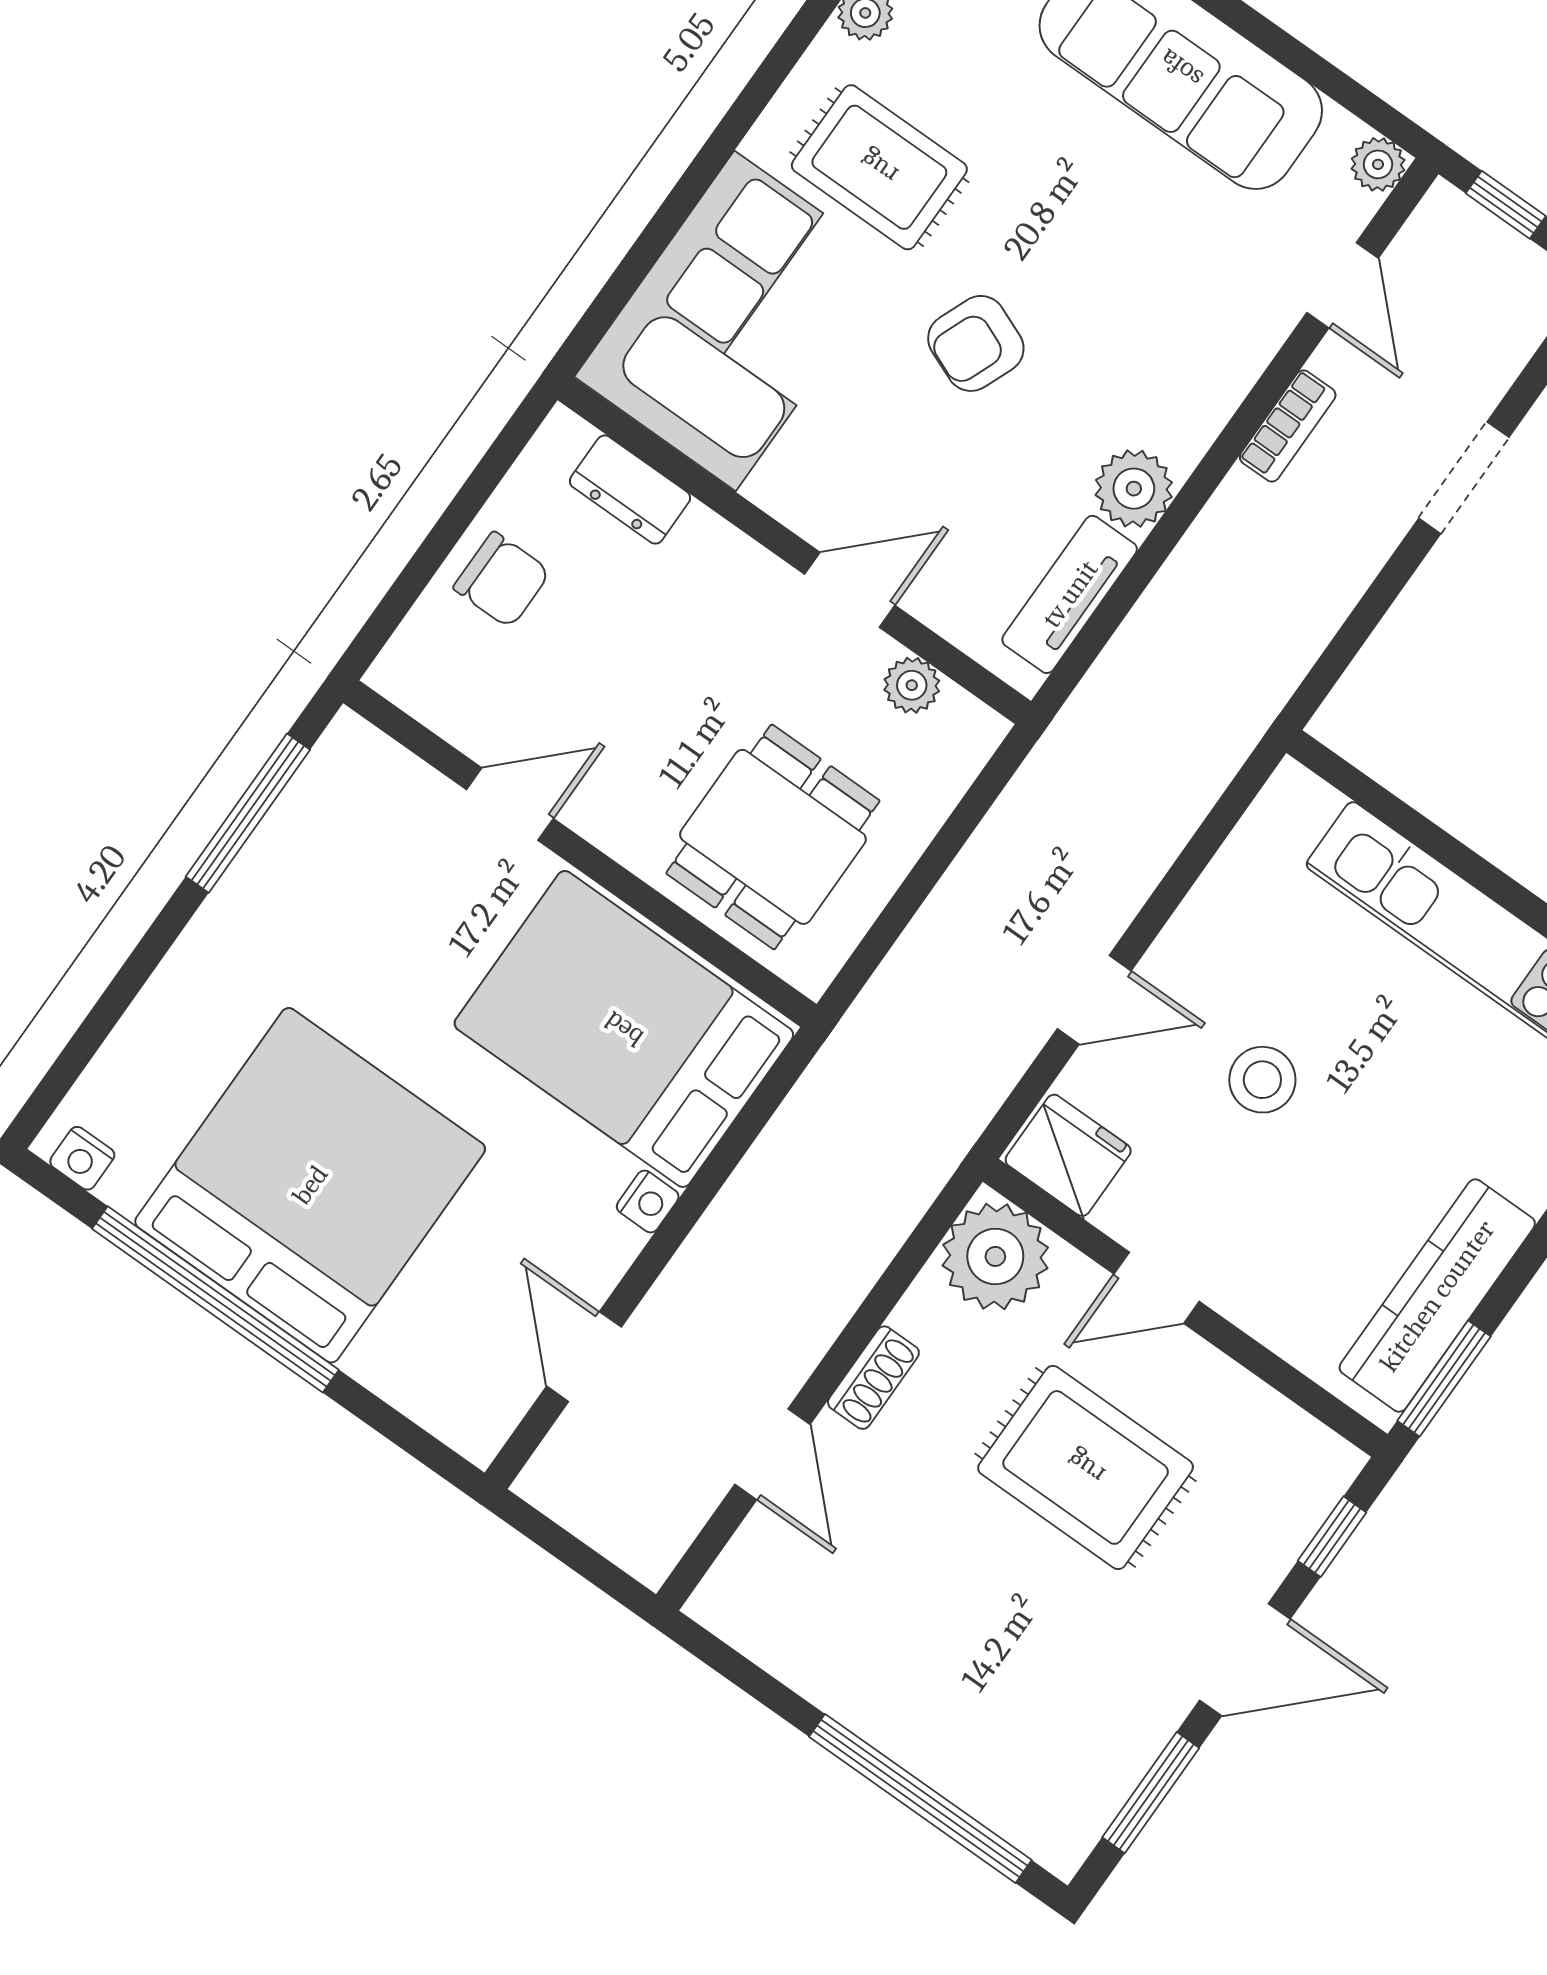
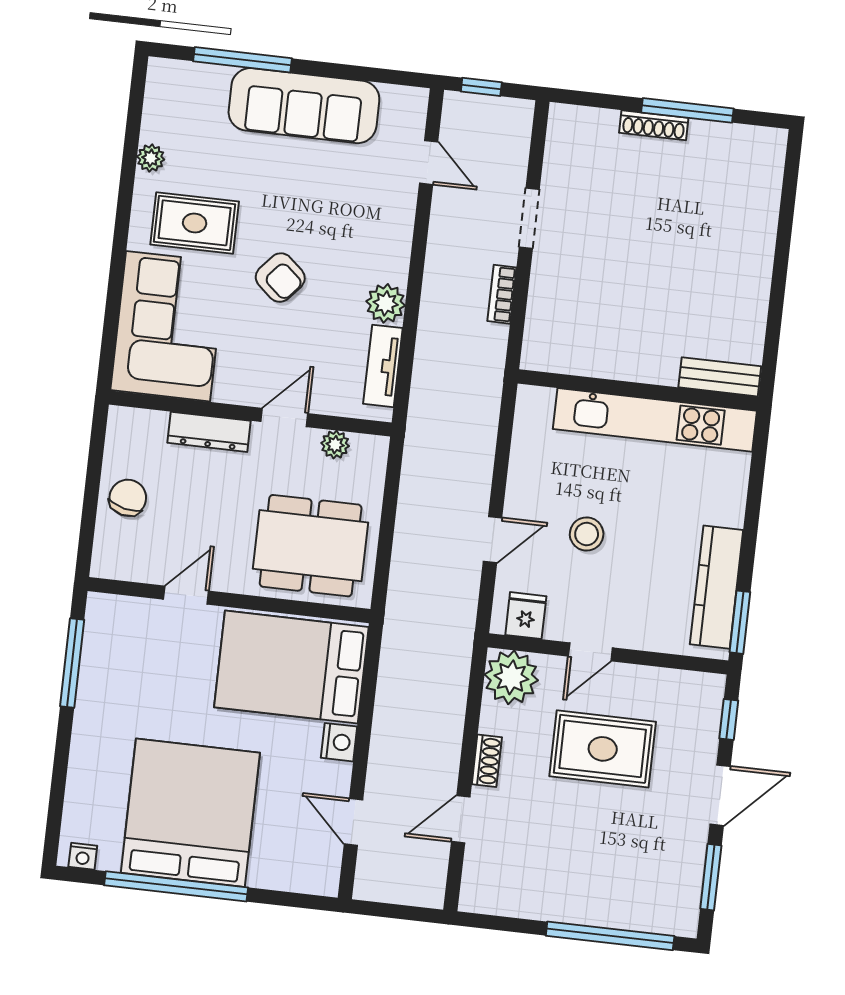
plant: (1378, 164) -> (415, 100), removed
armchair: (976, 343) -> (280, 278), turned -71
bookcase: (1288, 426) -> (502, 294), moved, turned 180
dresser: (630, 490) -> (209, 432), moved, width x1.44
chair: (502, 580) -> (128, 498), turned -77
dining table: (773, 837) -> (311, 546), width x1.38
fridge: (1068, 1155) -> (526, 616), width x0.72
nightstand: (648, 1202) -> (339, 742), width x1.39, depth x1.35
door: (772, 1454) -> (461, 819), swing flipped

